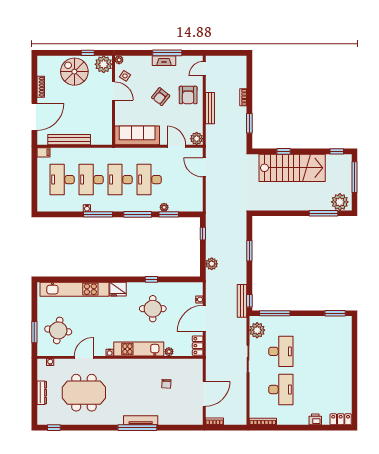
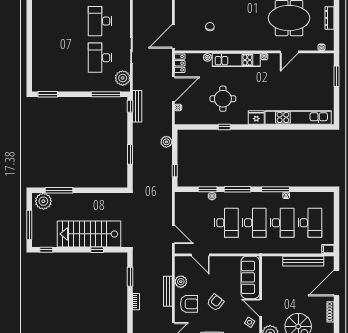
armchair: (188, 95) -> (189, 304), turned 90
sofa: (137, 135) -> (250, 277), moved, turned 90
plant: (197, 139) -> (181, 282), moved
round table: (58, 330) -> (314, 78), removed
door: (204, 394) -> (173, 36), moved

